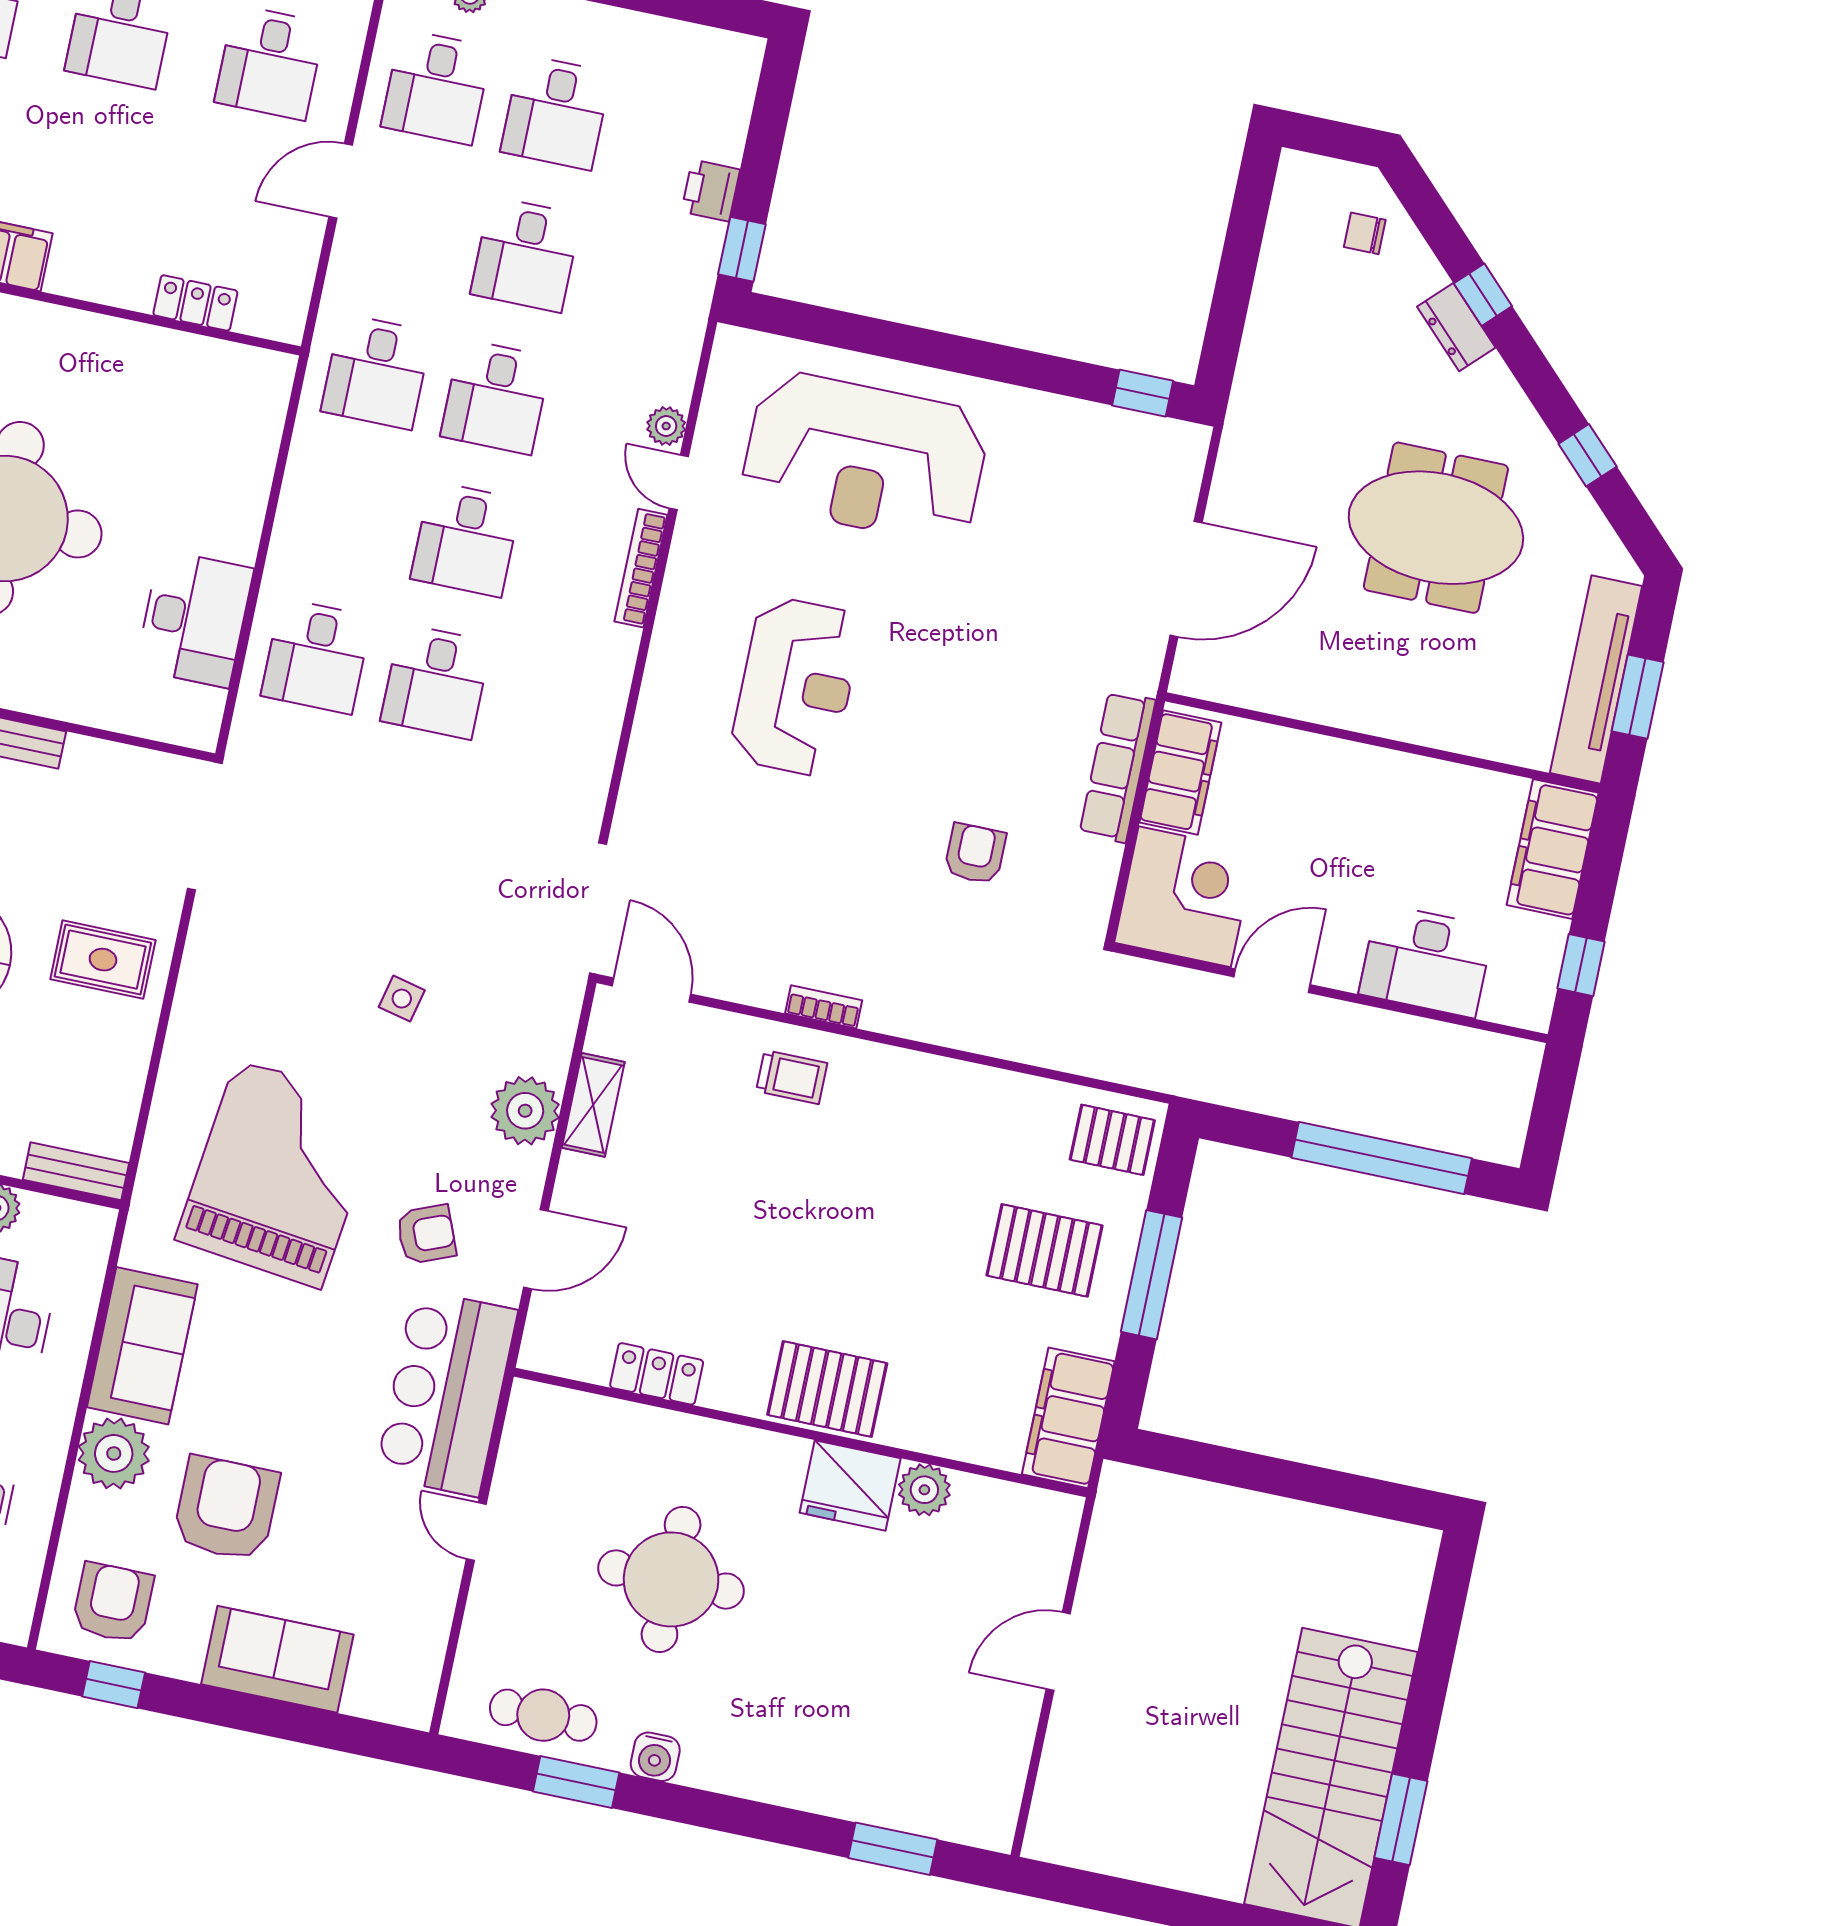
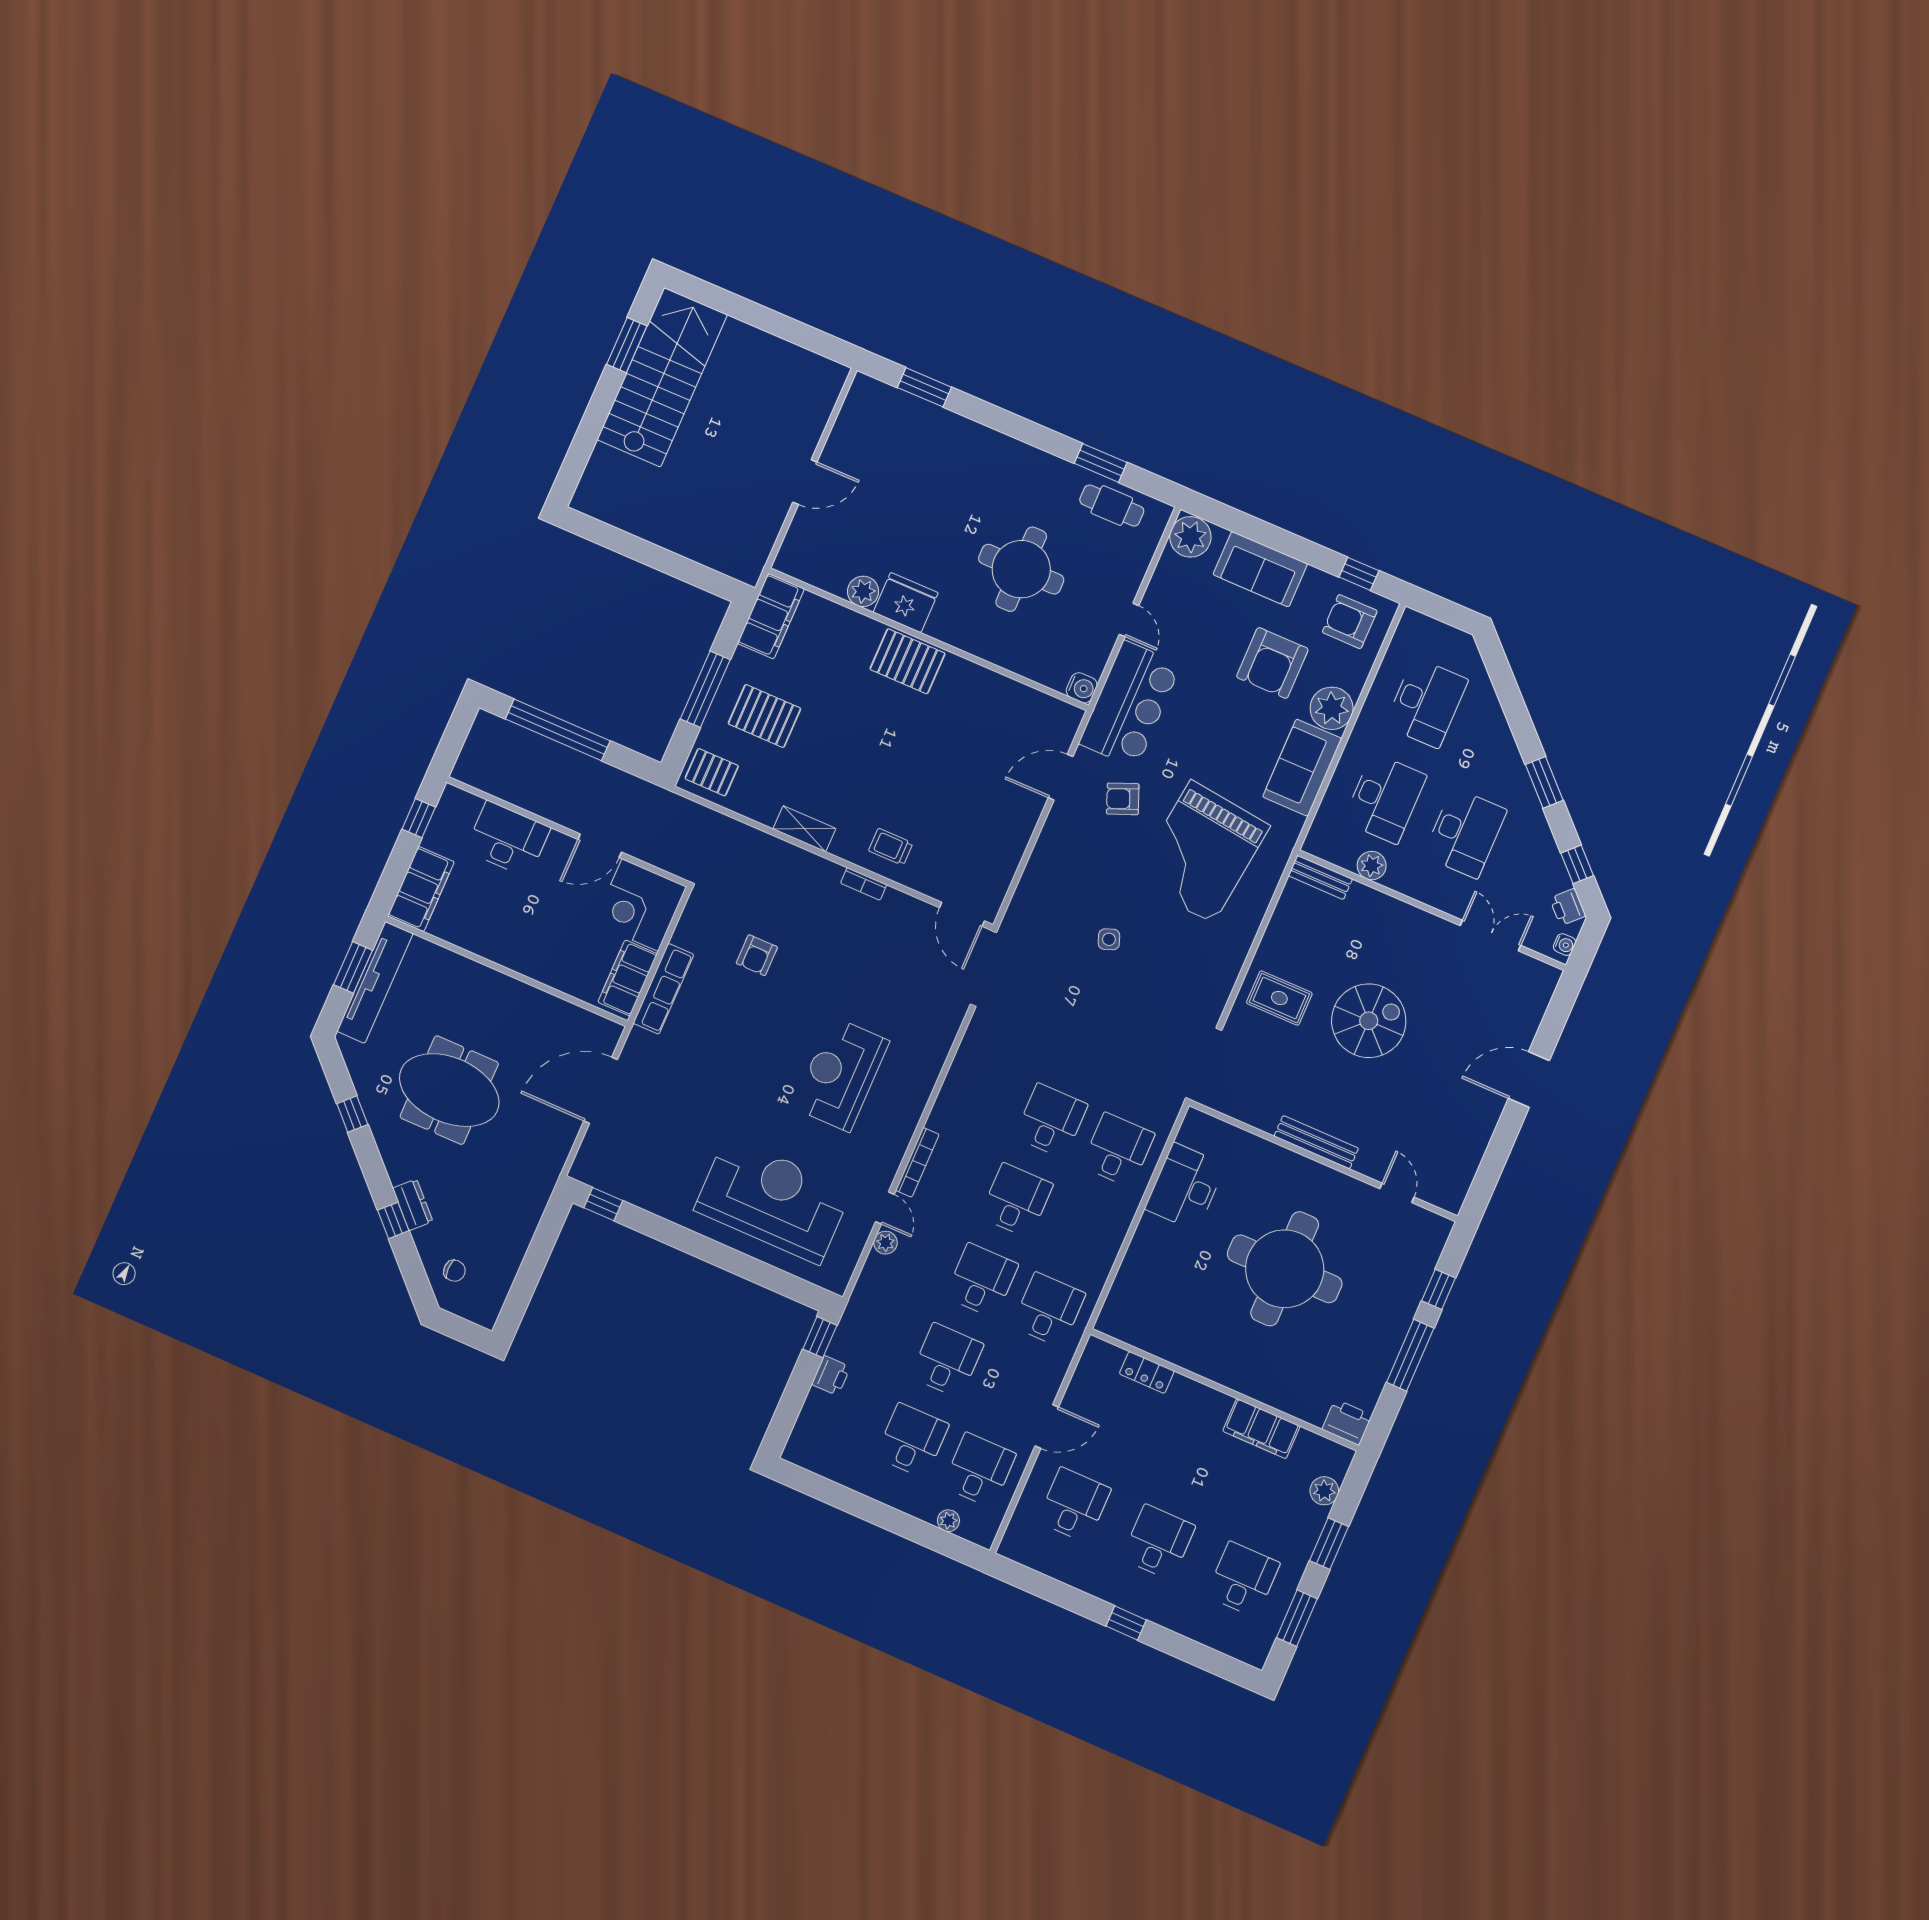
side table: (402, 999) -> (1109, 939), turned -34
shelving: (593, 1105) -> (804, 829), moved, turned 90
plant: (525, 1111) -> (1190, 537), moved
locker: (657, 1374) -> (1005, 690), removed
armchair: (113, 1603) -> (1350, 622), turned 90
water cooler: (655, 1757) -> (1082, 688), moved, turned 90

